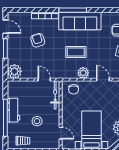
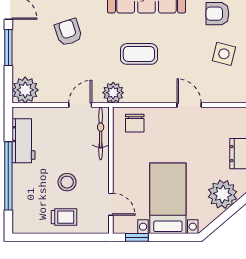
plant: (83, 73) -> (113, 93), moved
door: (44, 80) -> (80, 105), hinge flipped
workbench: (14, 110) -> (24, 141), moved
trolley: (23, 141) -> (64, 217), moved

